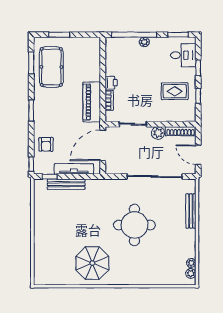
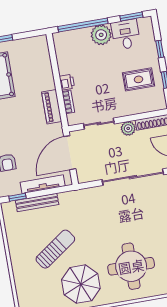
plant: (144, 42) -> (101, 35), width x1.87, depth x1.87
desk: (183, 55) -> (126, 34), moved, turned -90
piano: (92, 102) -> (52, 107), width x0.73, depth x0.75
round table: (134, 225) -> (131, 266), moved
sun lounger: (75, 228) -> (55, 249), added

